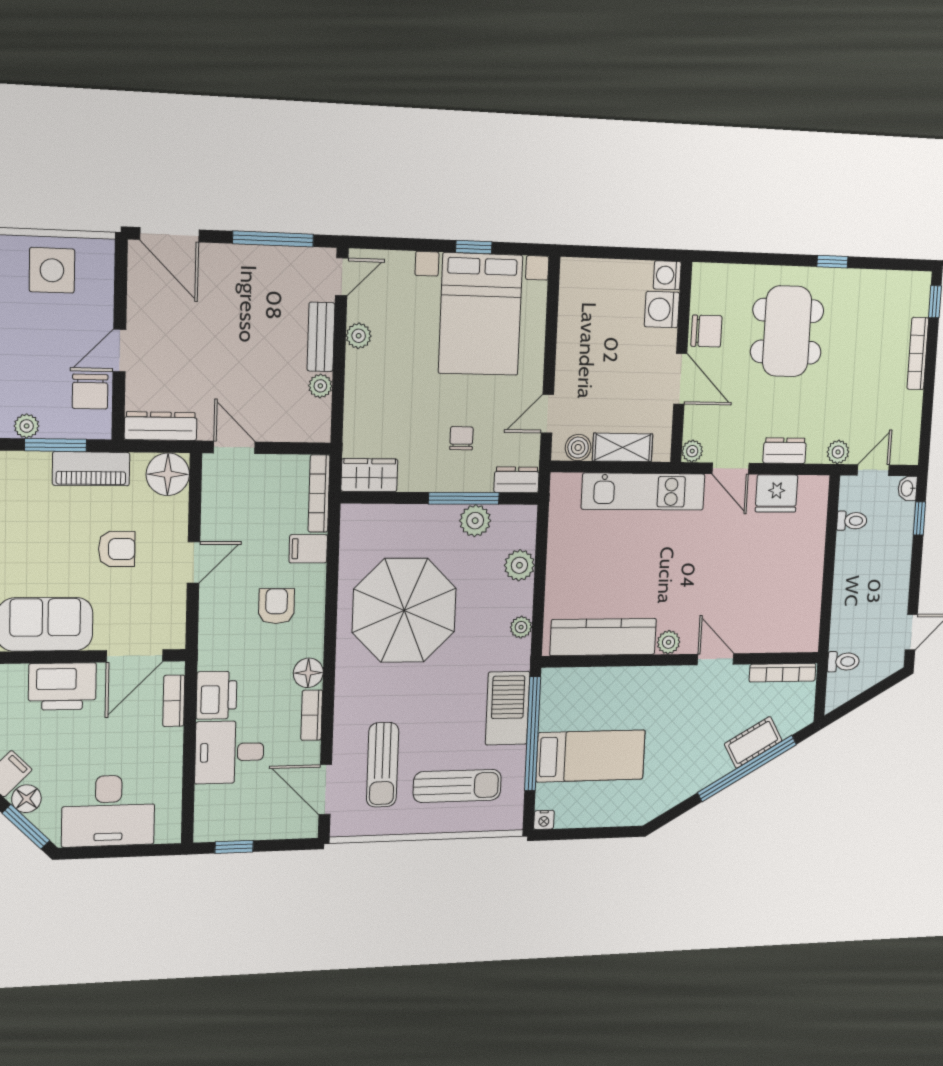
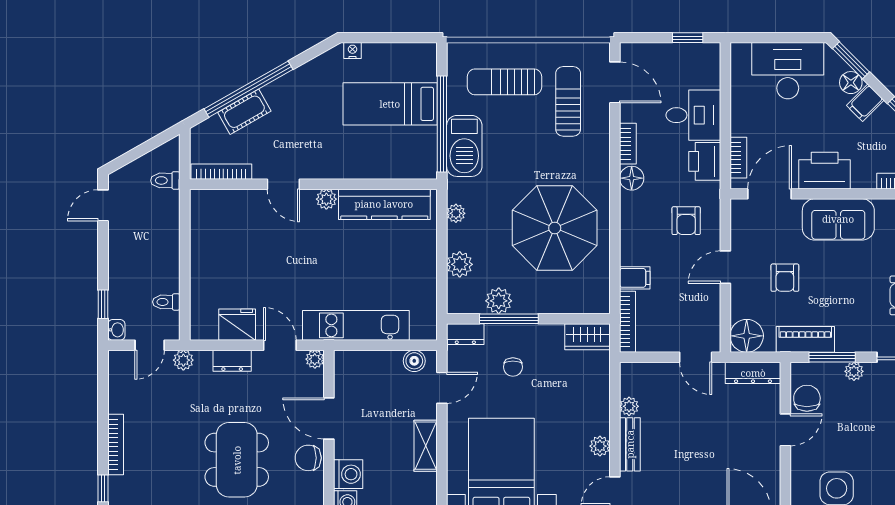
shelving: (623, 447) -> (426, 446), moved, turned 90
armchair: (117, 549) -> (785, 278), turned -90
armchair: (276, 606) -> (686, 221), moved
nightstand: (544, 820) -> (353, 51), moved

